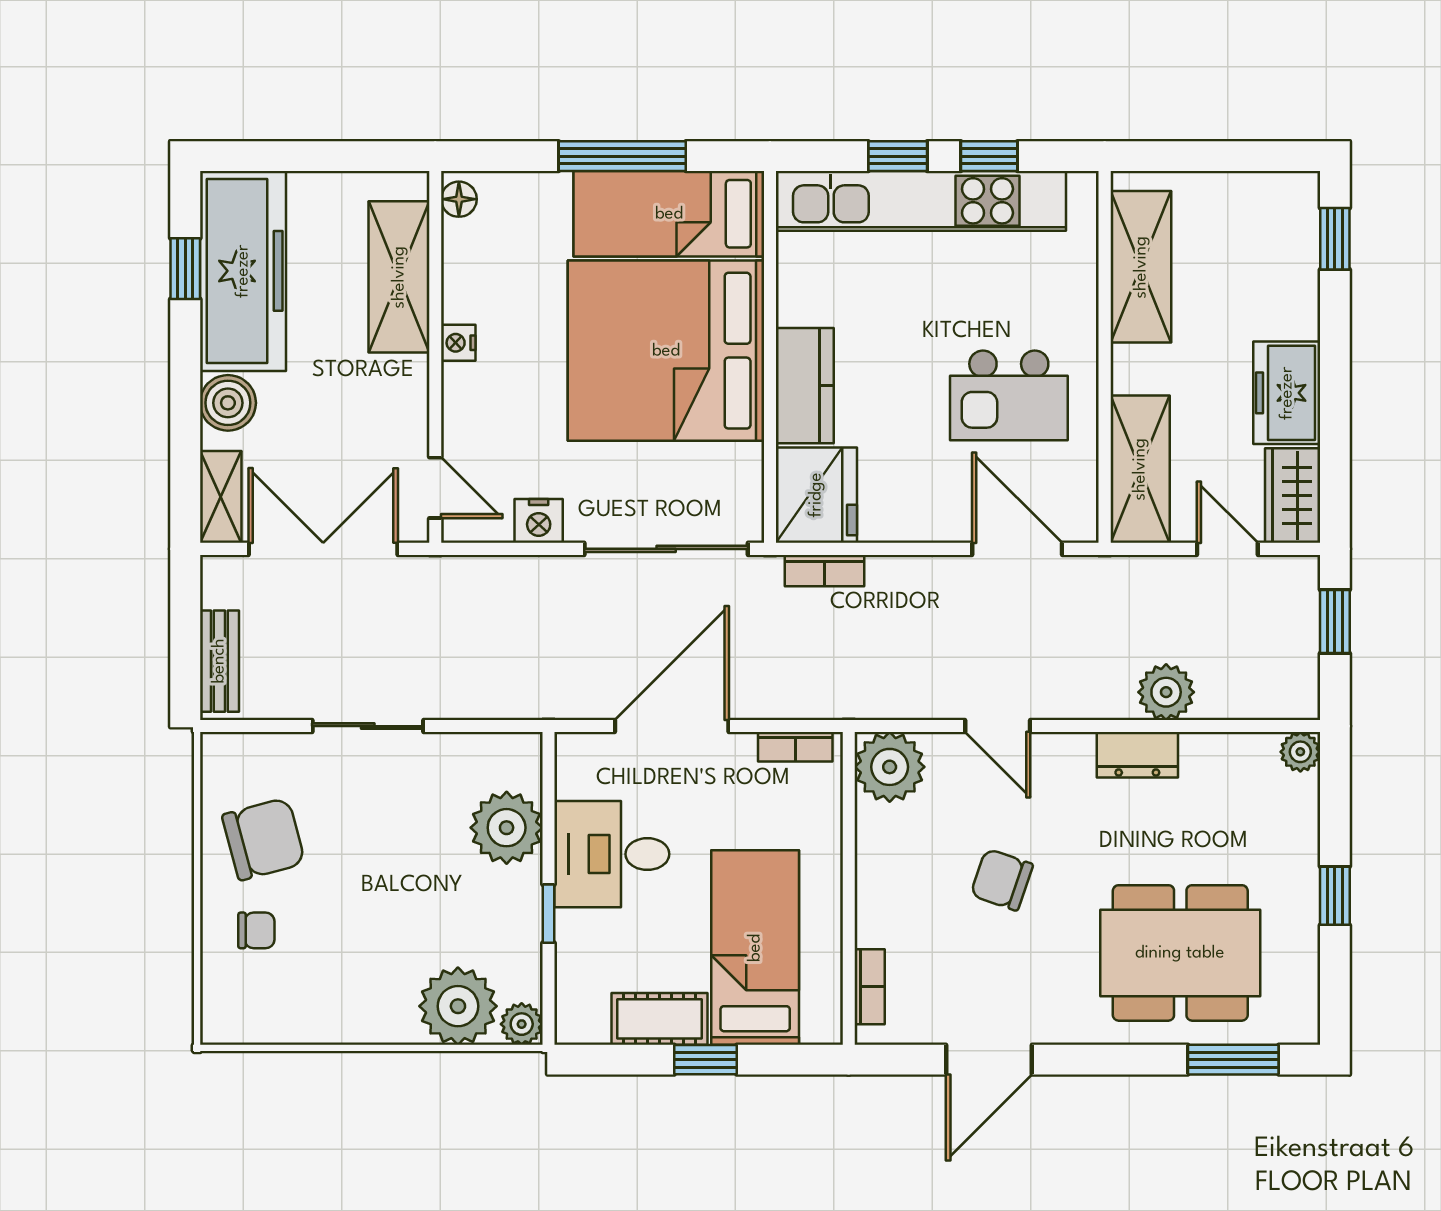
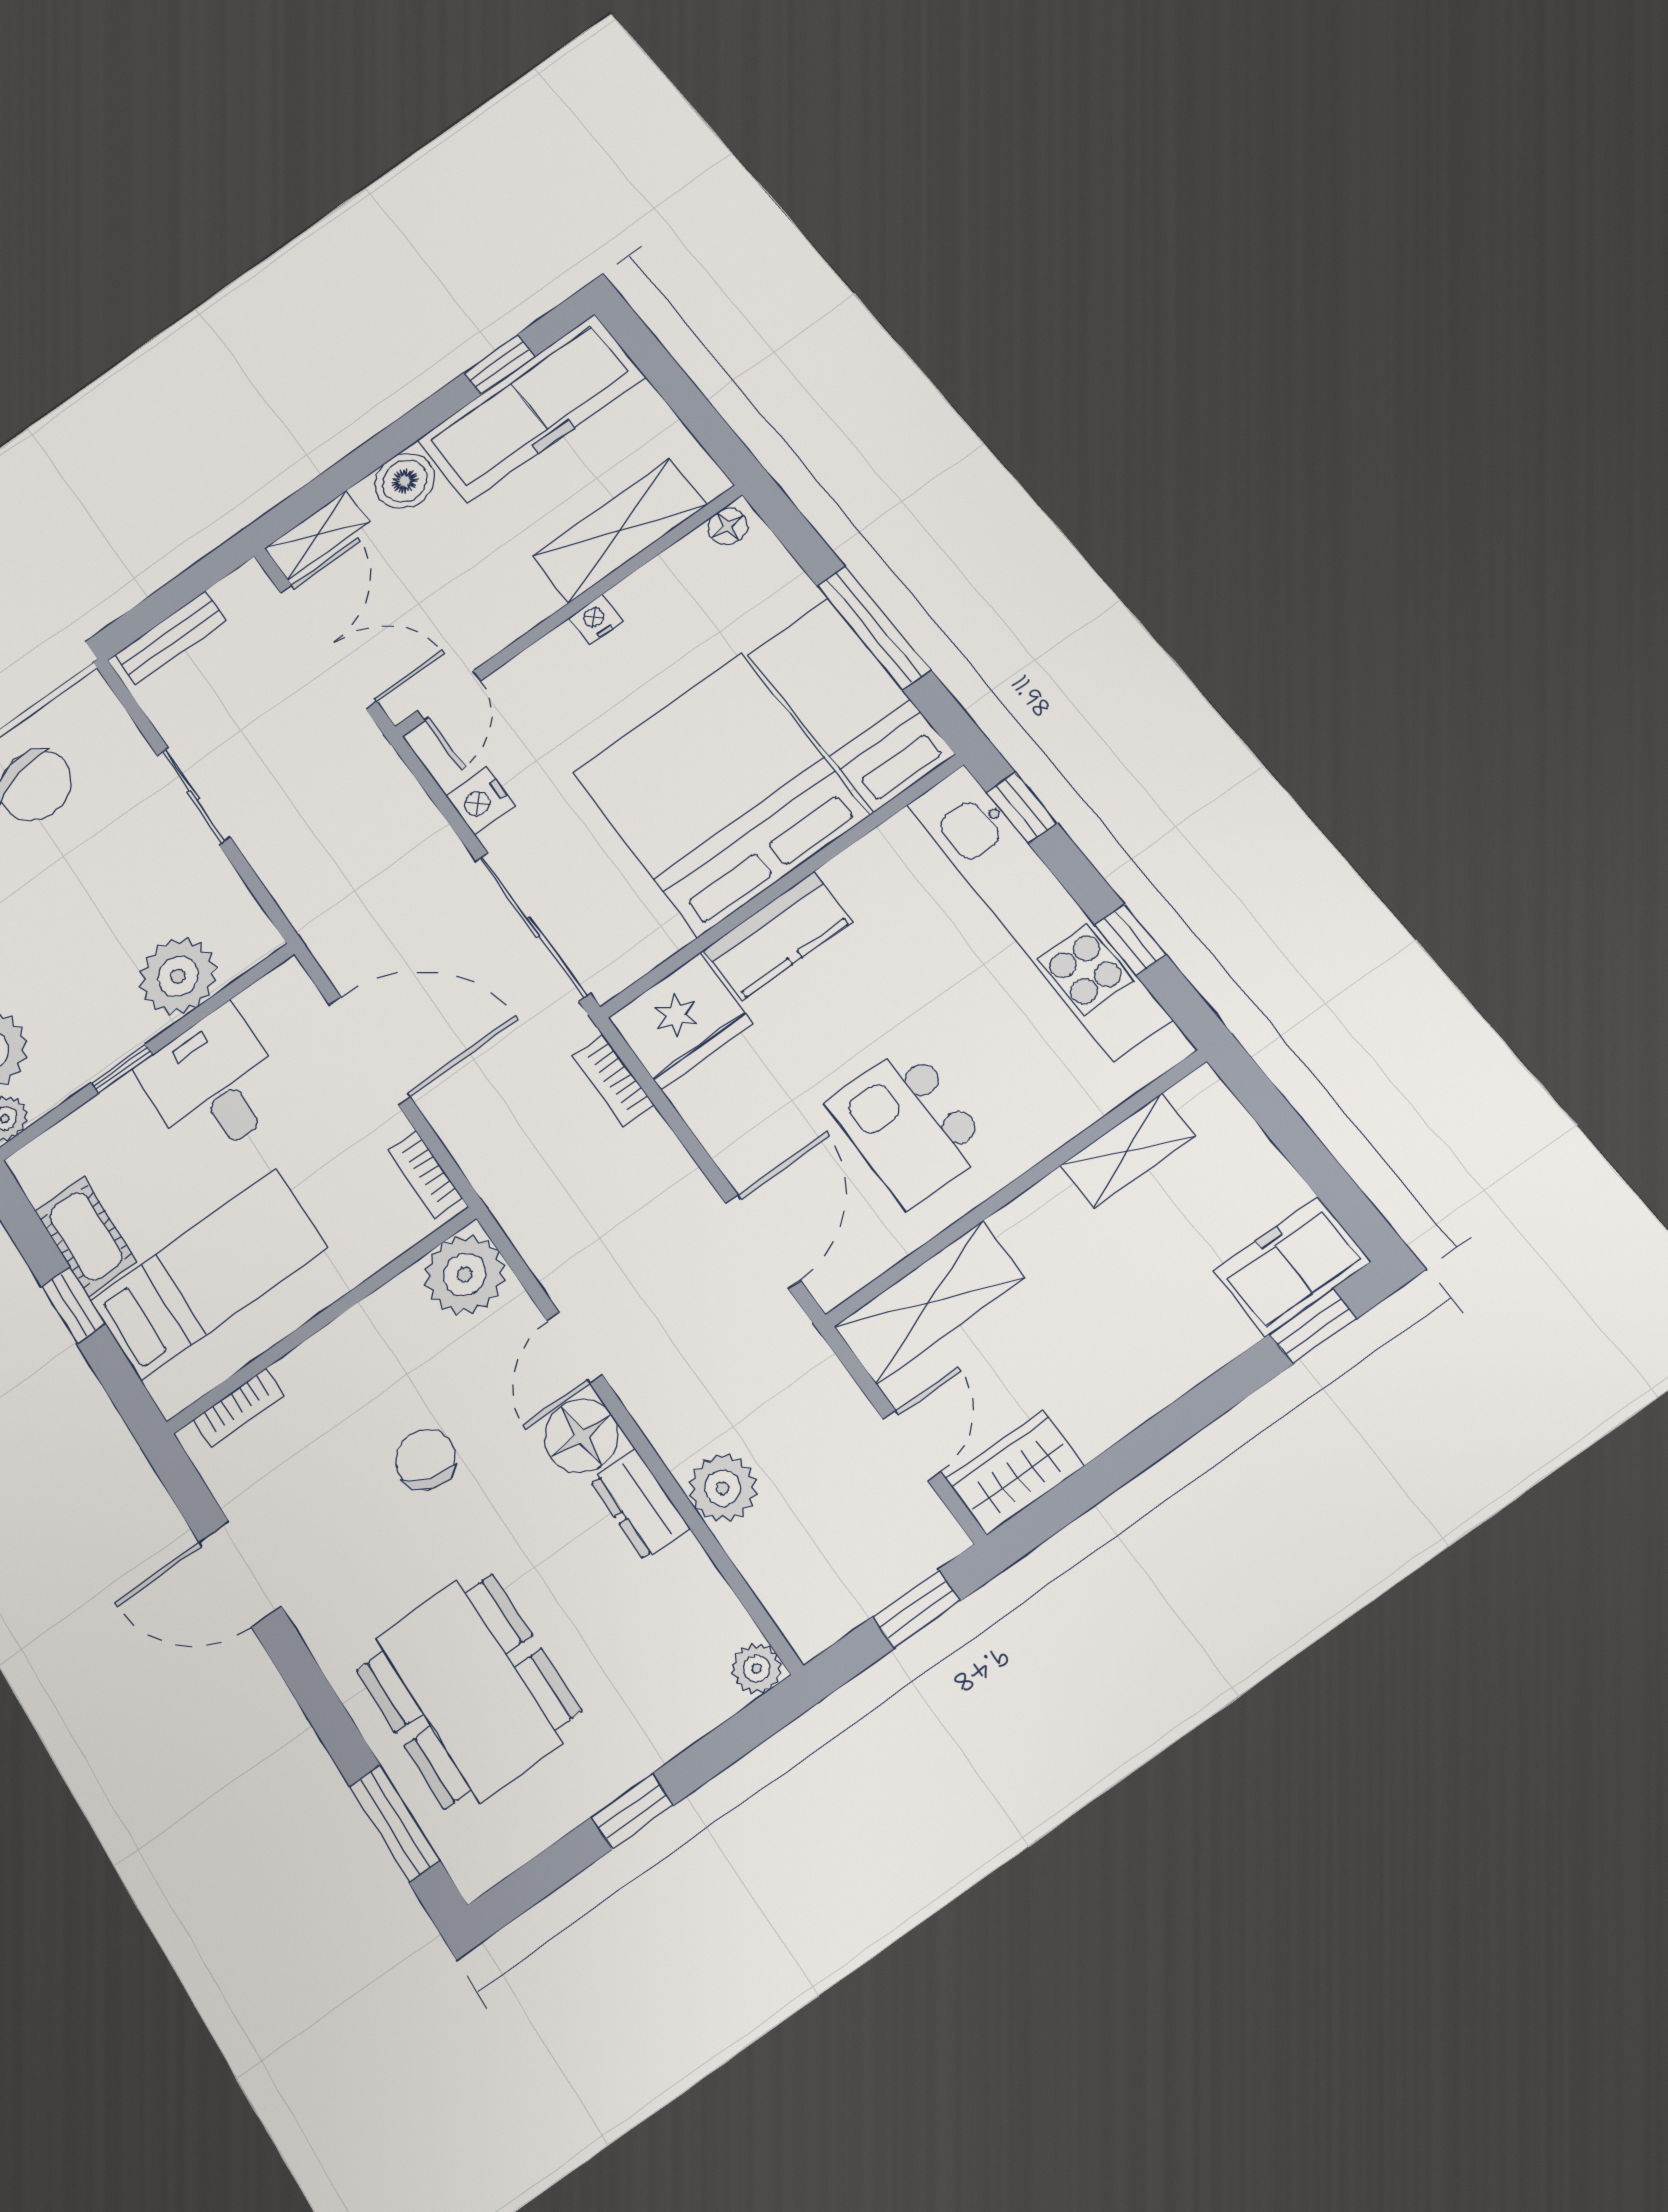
window: (898, 156) -> (1022, 808), moved
shelving: (1141, 267) -> (1128, 1151), width x0.67, depth x0.75
freezer: (1287, 393) -> (1292, 1266), moved
floor lamp: (1062, 762) -> (581, 1436), added

